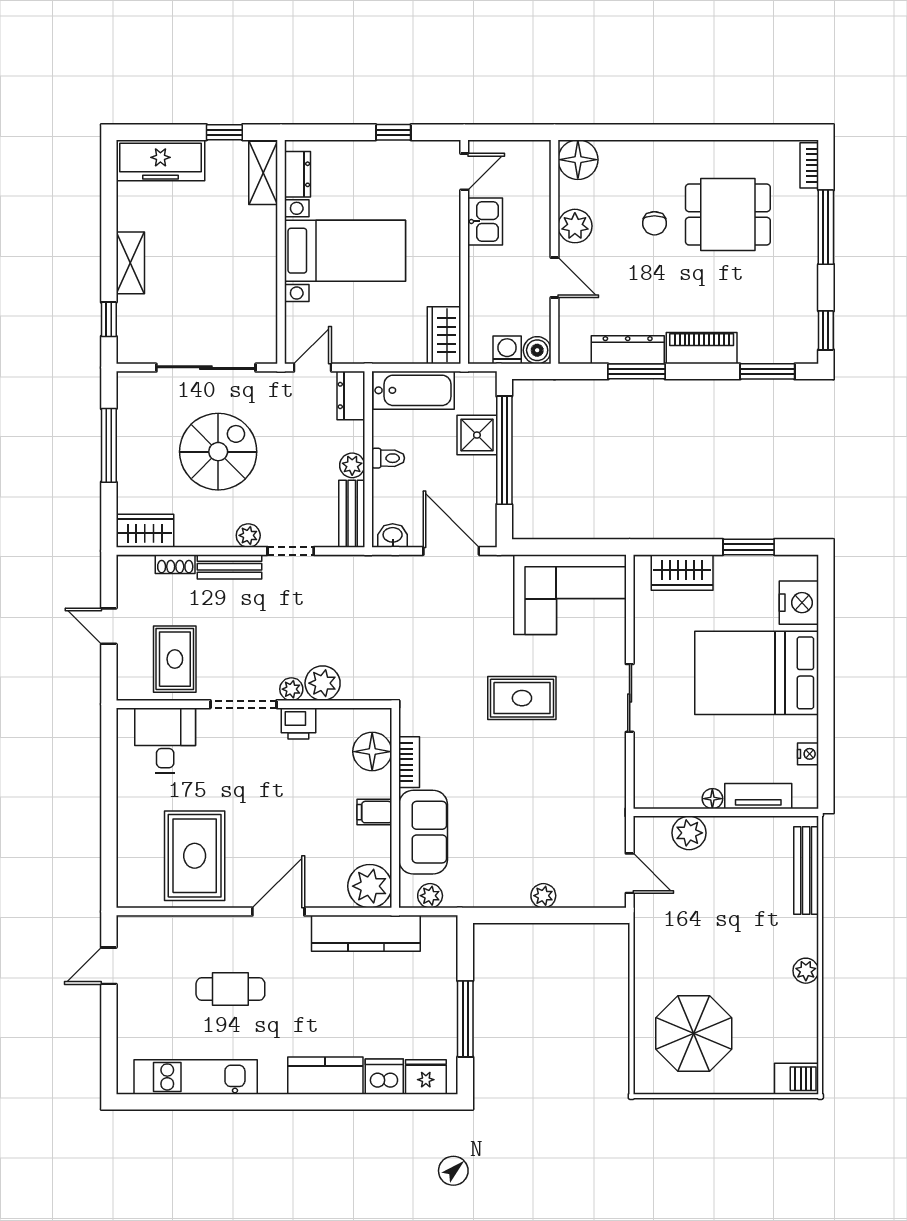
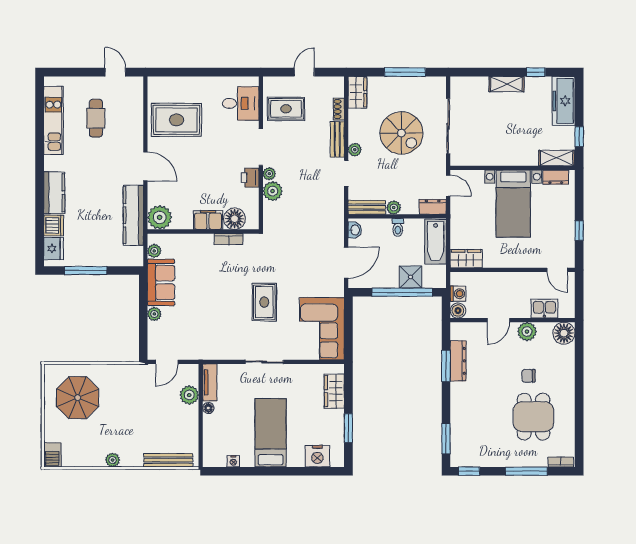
kitchen sink: (485, 221) -> (544, 309), moved, turned 180
window: (109, 319) -> (536, 72), moved
piano: (702, 348) -> (459, 402), removed
bed: (757, 673) -> (271, 433), width x0.67
tv unit: (758, 796) -> (210, 383), moved
filing cabinet: (374, 812) -> (208, 220), width x2.00
sofa: (423, 832) -> (161, 282), moved, turned -90
cafe table: (230, 989) -> (96, 118), moved

